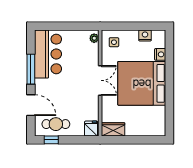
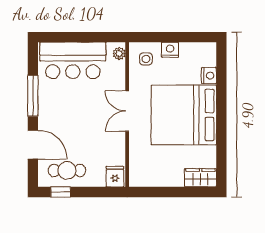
nightstand: (145, 35) -> (170, 50), moved
bar counter: (48, 54) -> (73, 60), moved, turned 90
double door: (100, 80) -> (127, 111), swing flipped
wardrobe: (113, 129) -> (201, 178), moved

